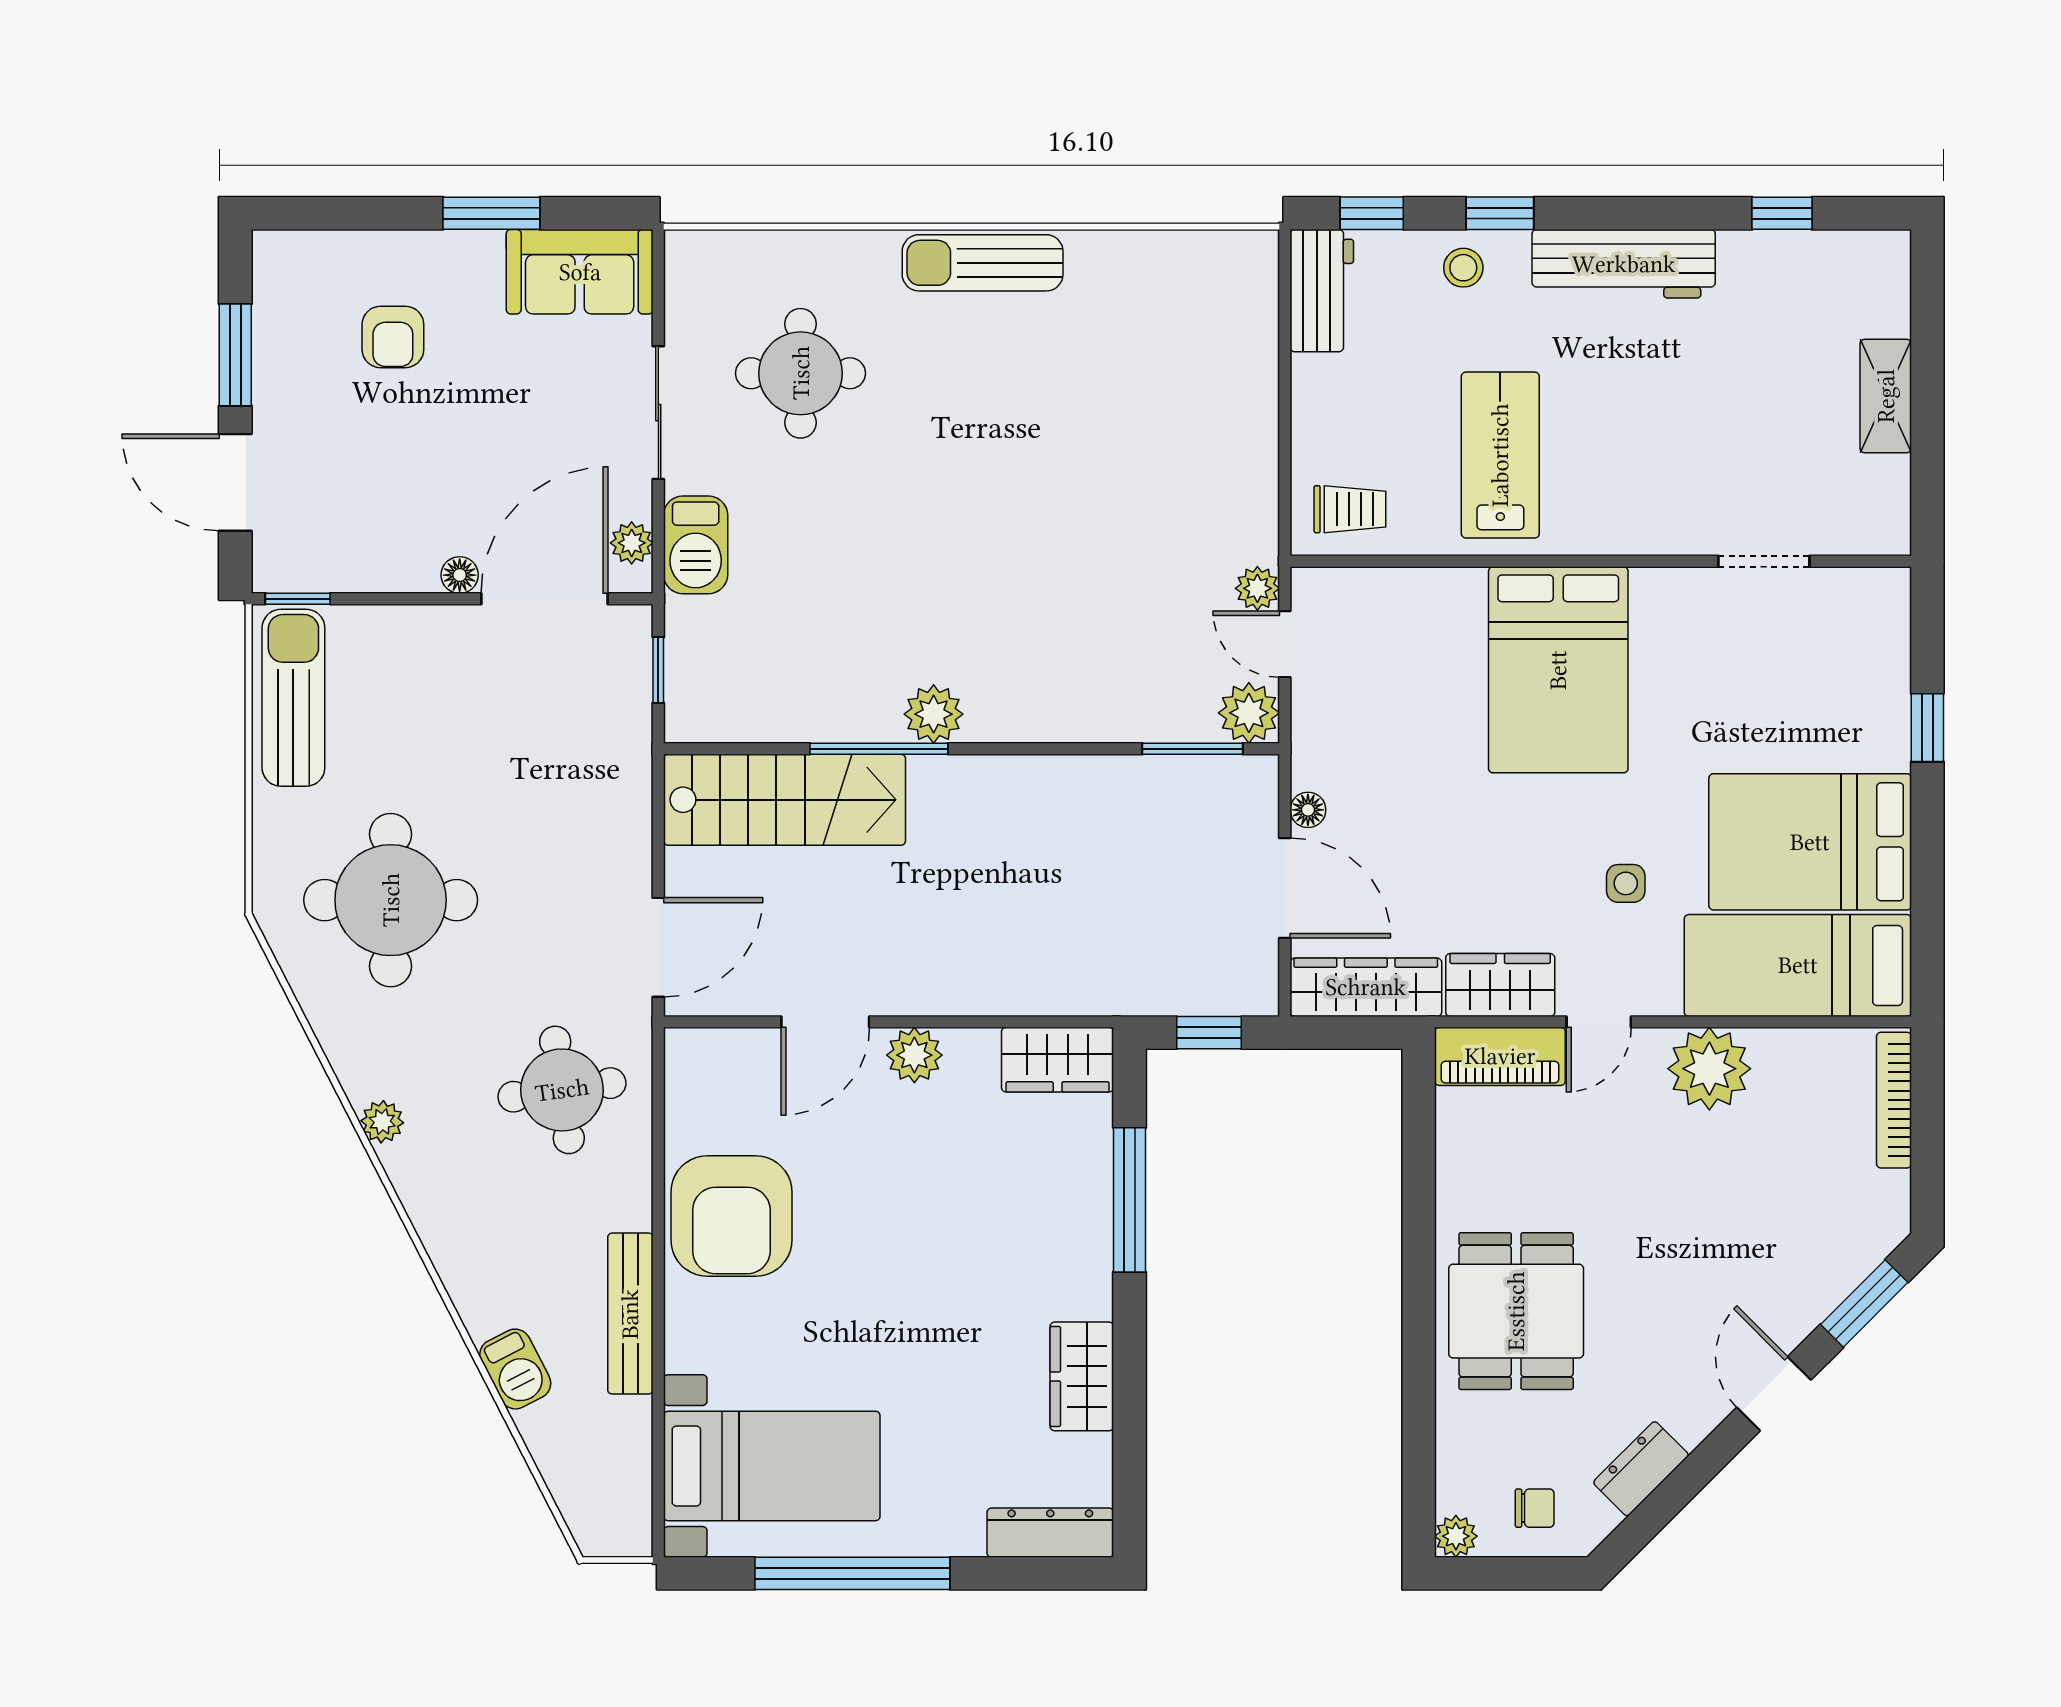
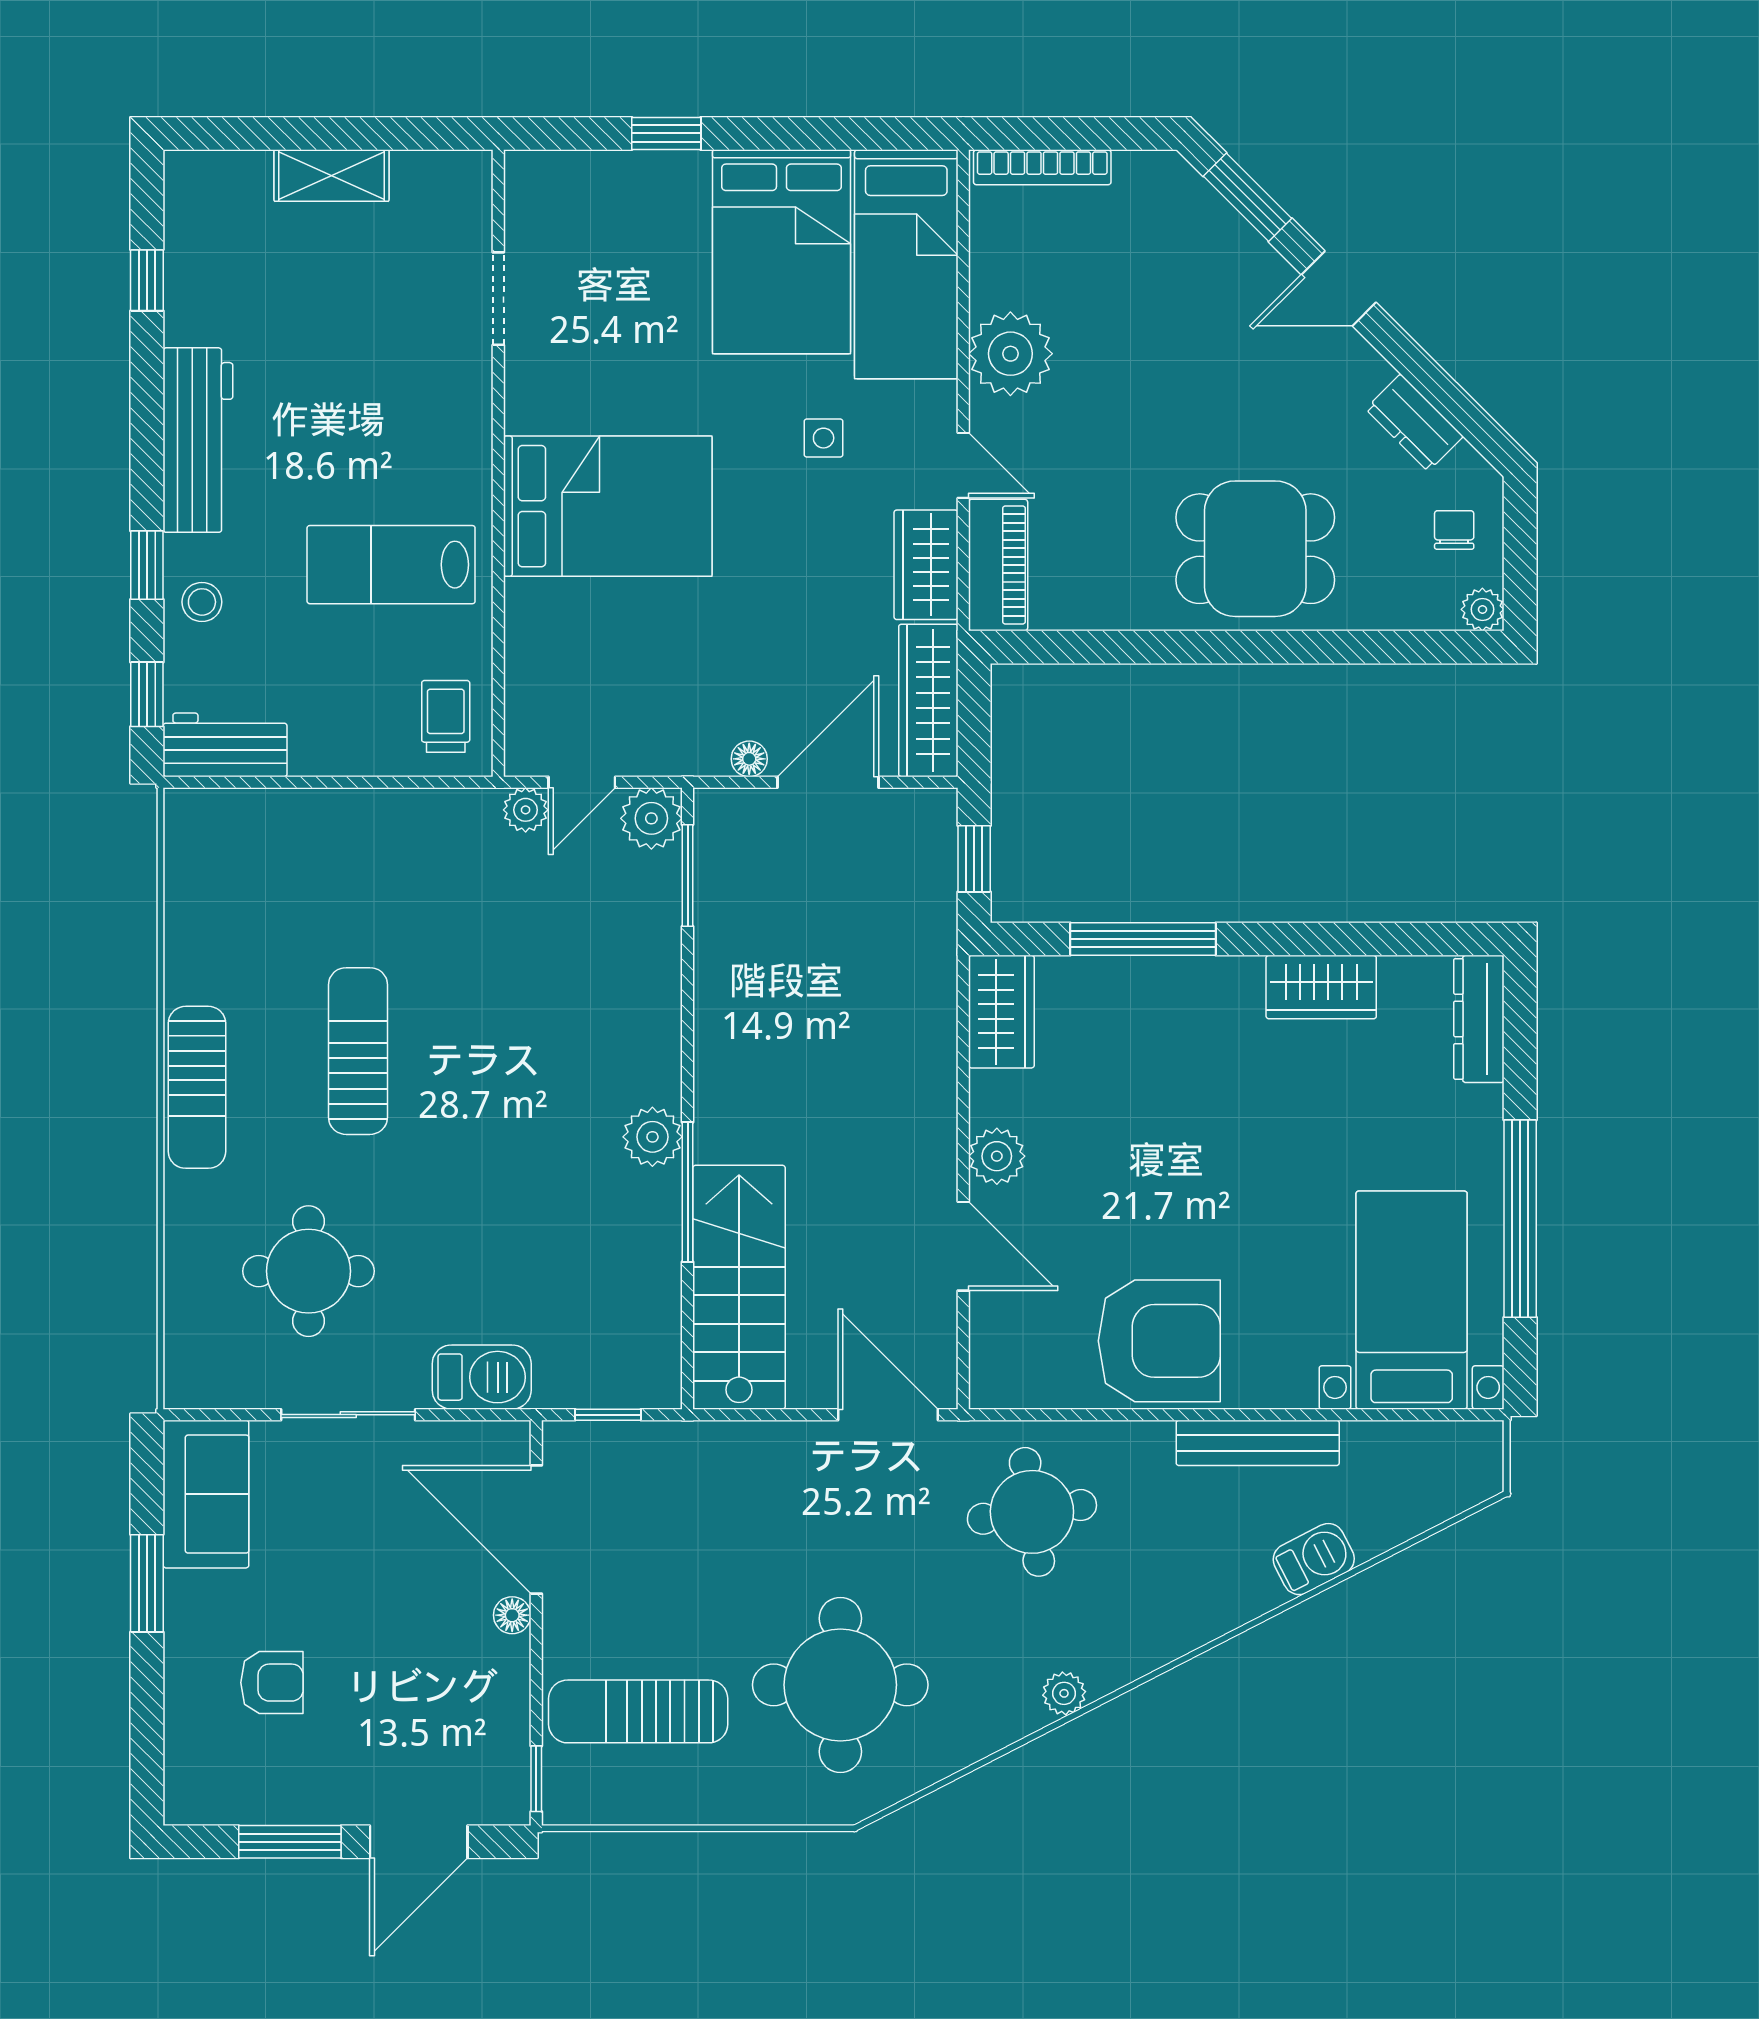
sun lounger: (1018, 422) -> (358, 1051), added
plant: (632, 543) -> (480, 1442), removed
sun lounger: (293, 698) -> (638, 1711), moved

